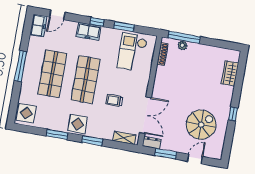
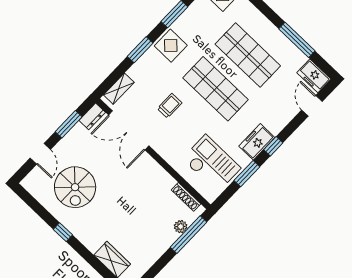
freezer: (88, 31) -> (257, 142), moved
window: (21, 66) -> (297, 40), moved

